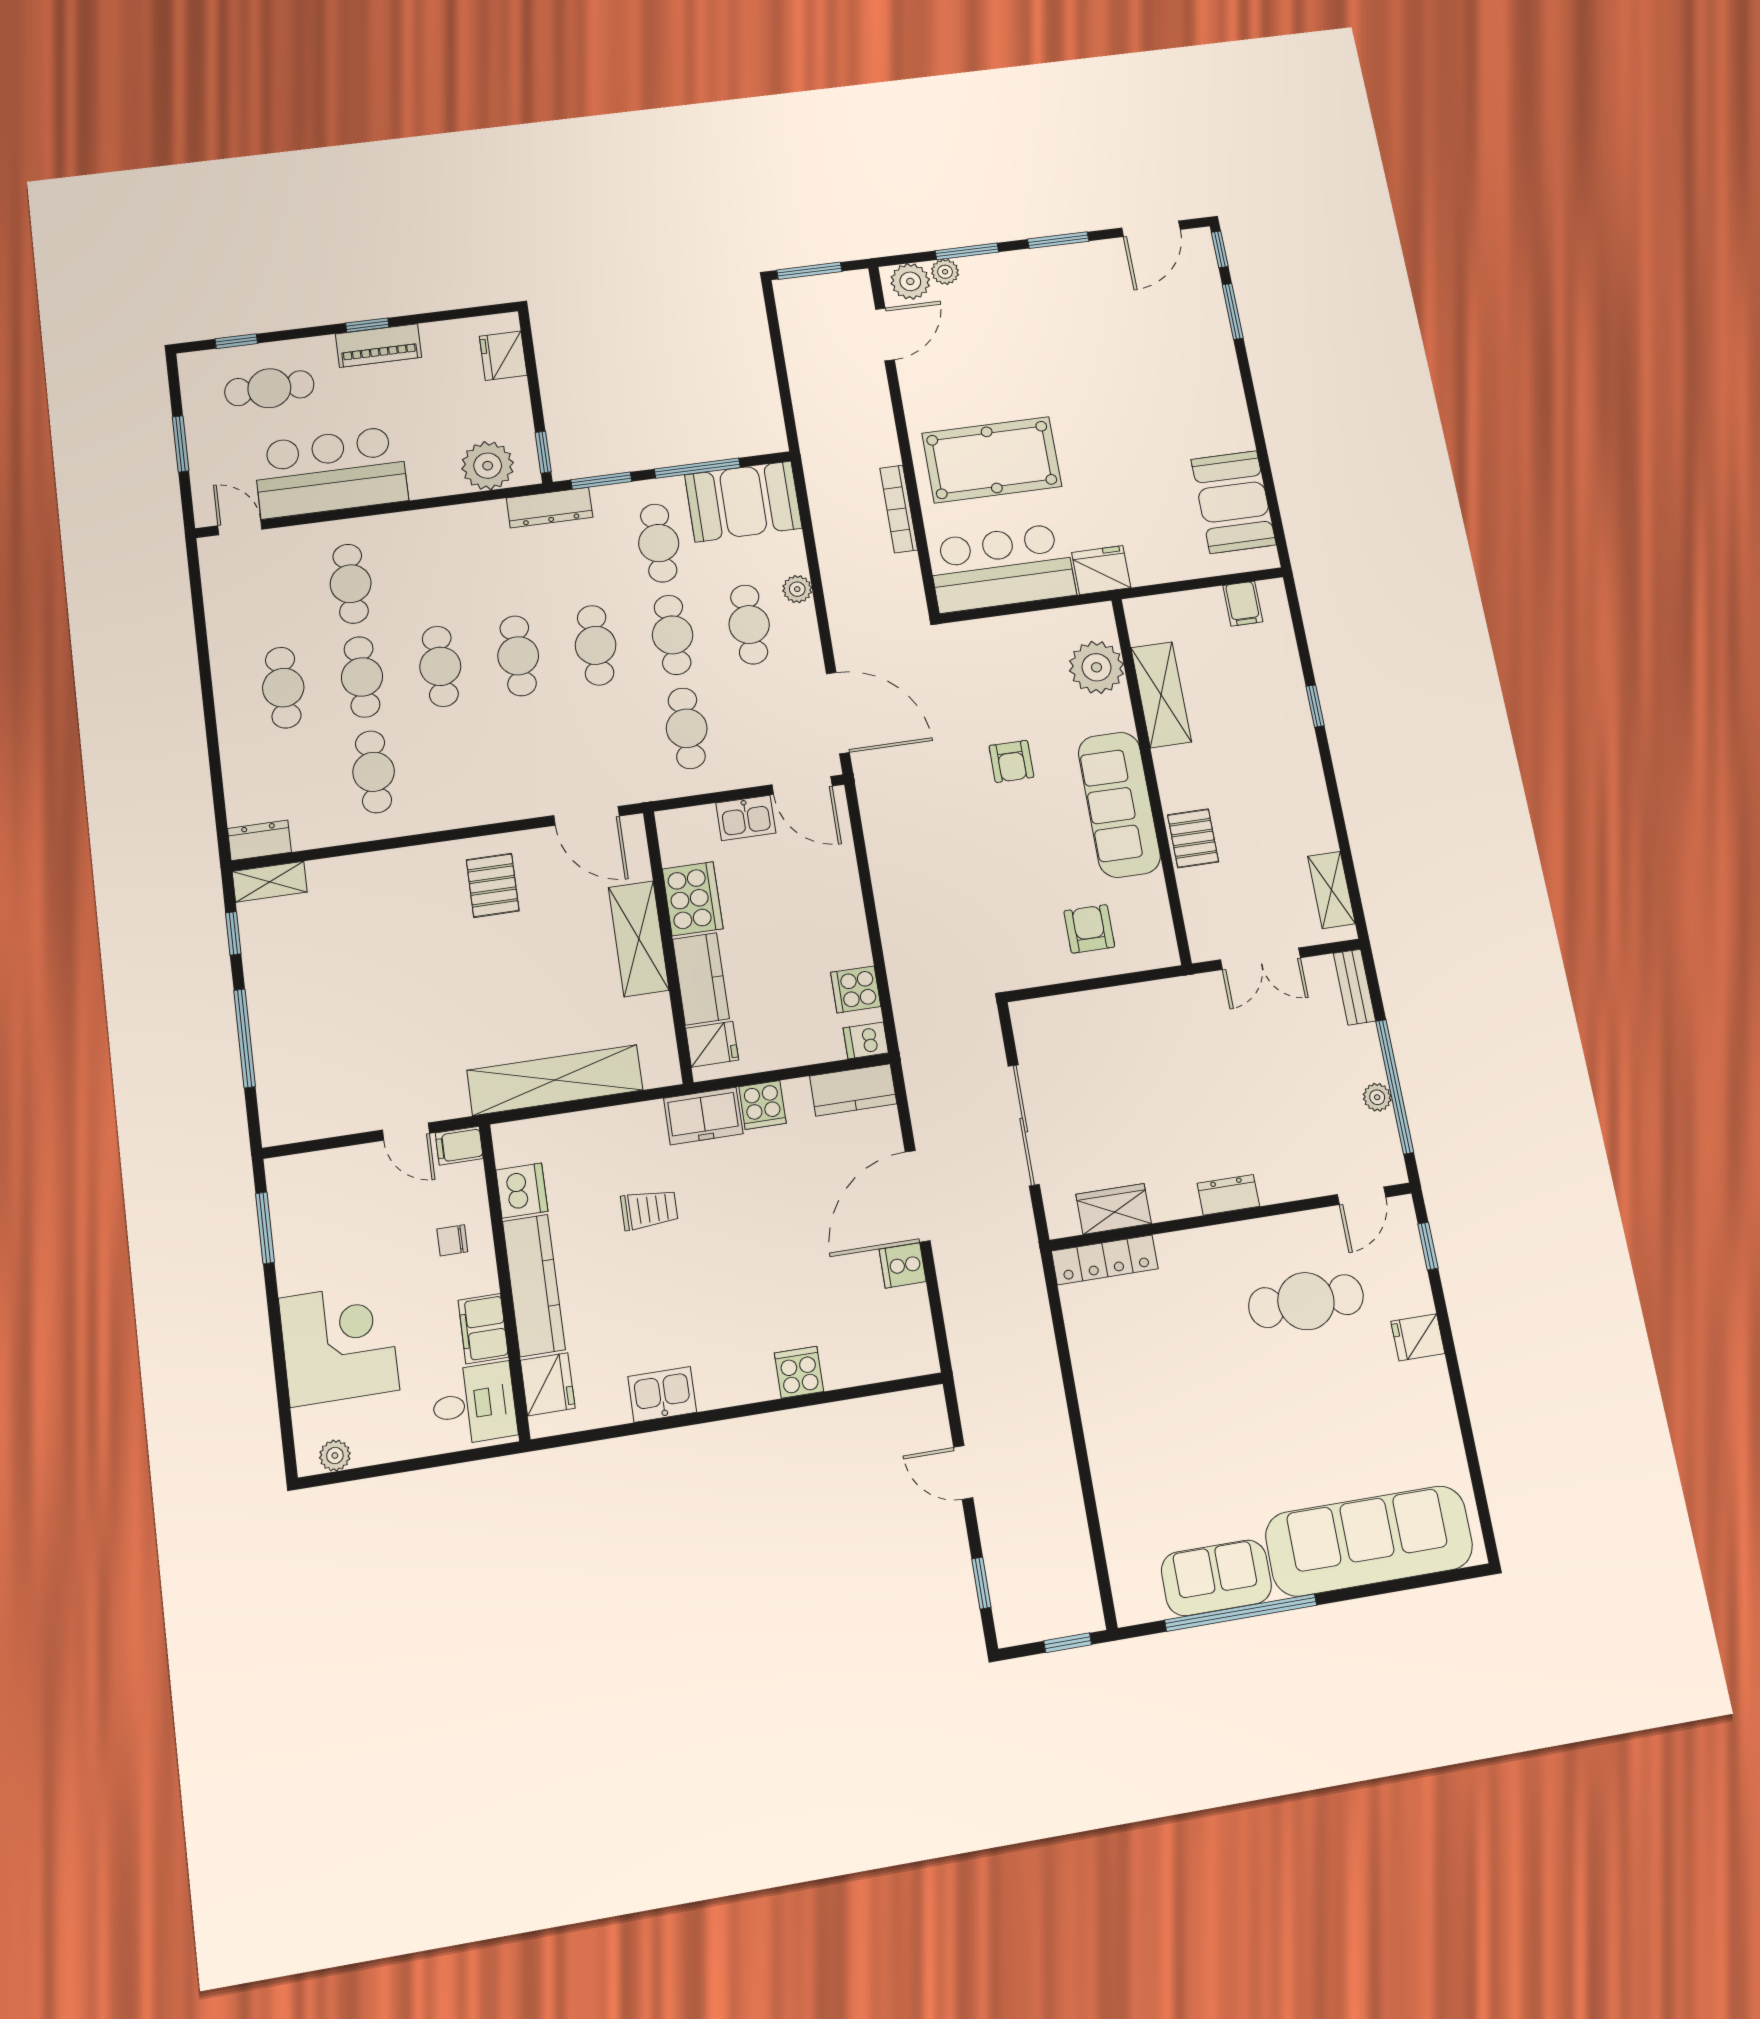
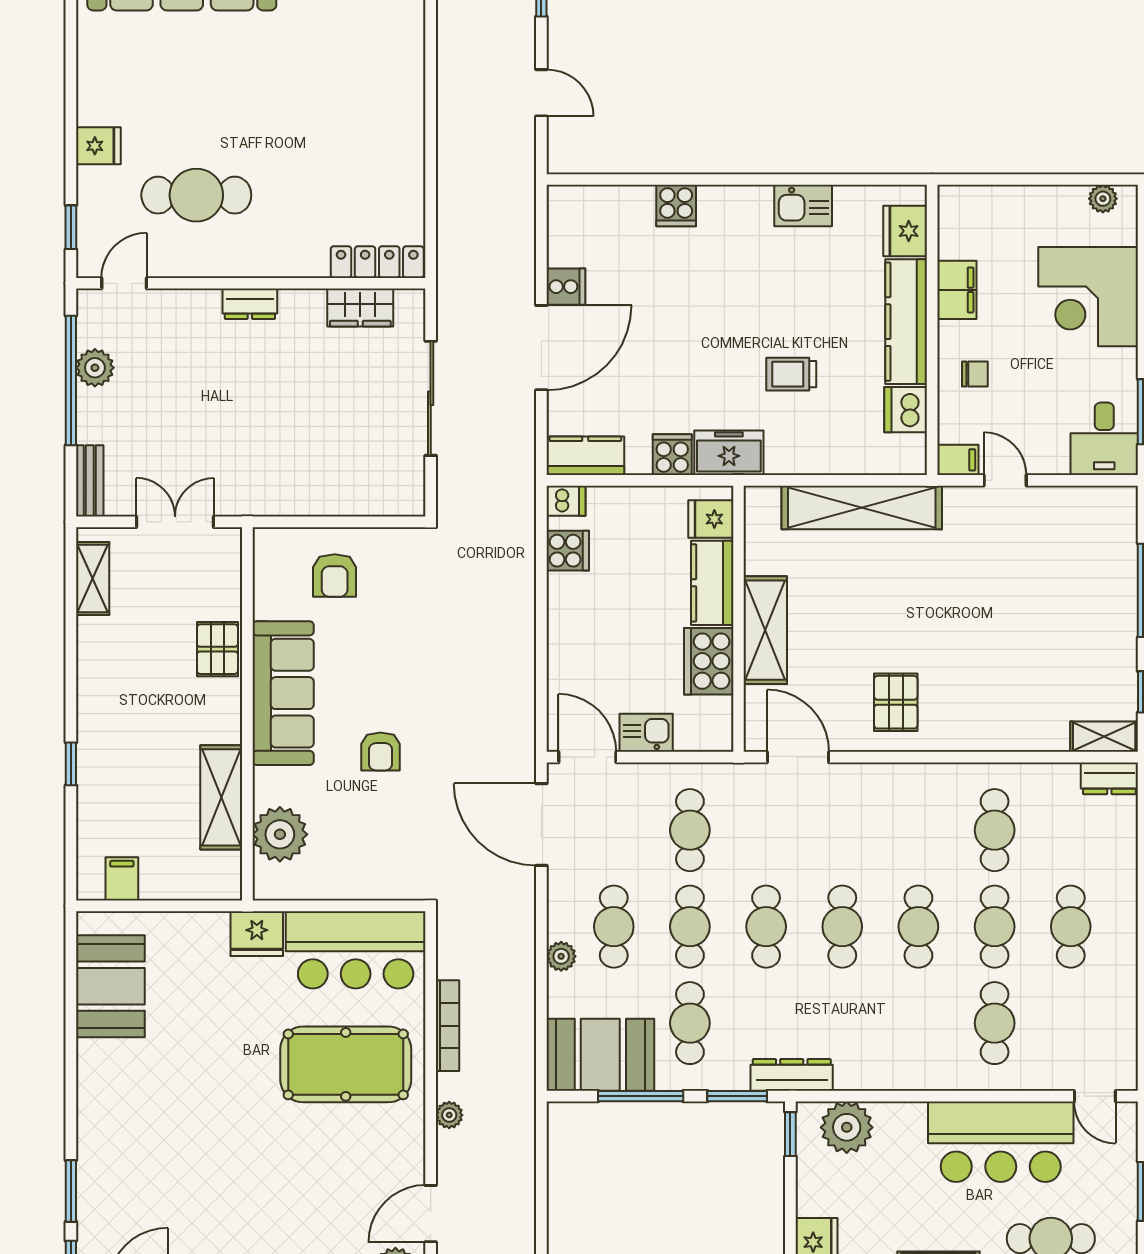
plant: (883, 426) -> (449, 1115), added
armchair: (1011, 761) -> (380, 751), turned 180
plant: (1377, 1097) -> (95, 368), width x1.38, depth x1.38
desk: (474, 1404) -> (1104, 439), moved, turned -90

